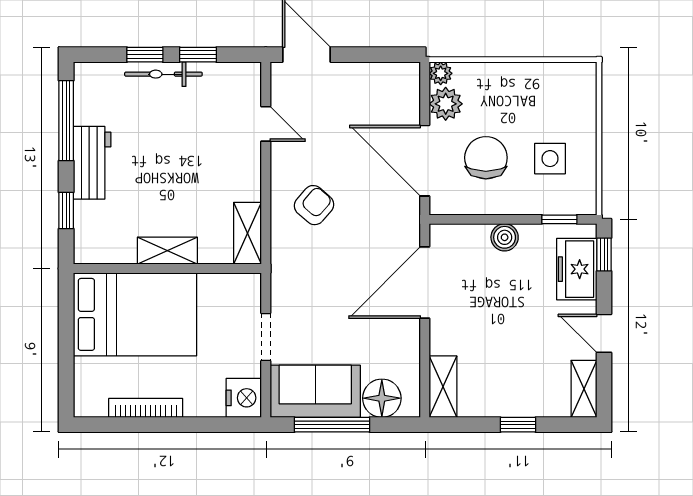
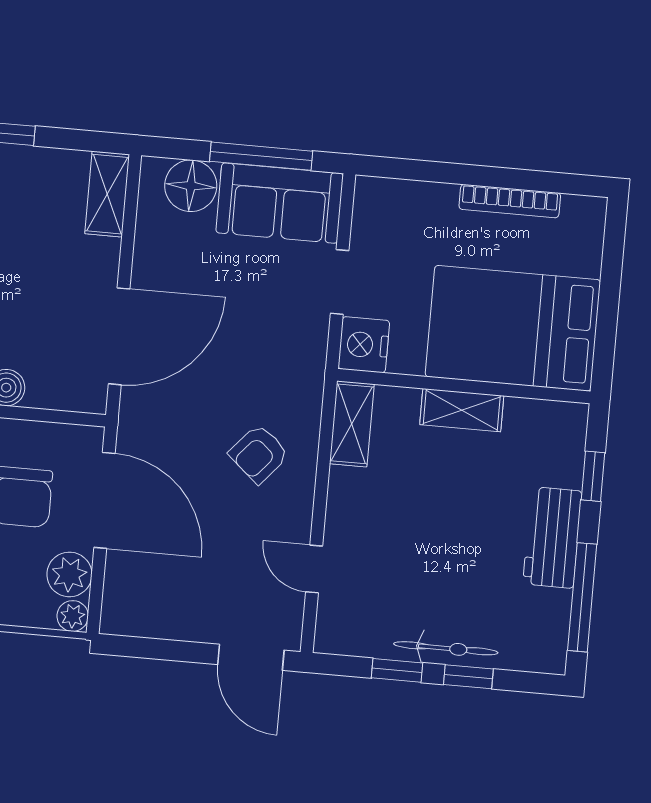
nightstand: (244, 398) -> (364, 345), moved

